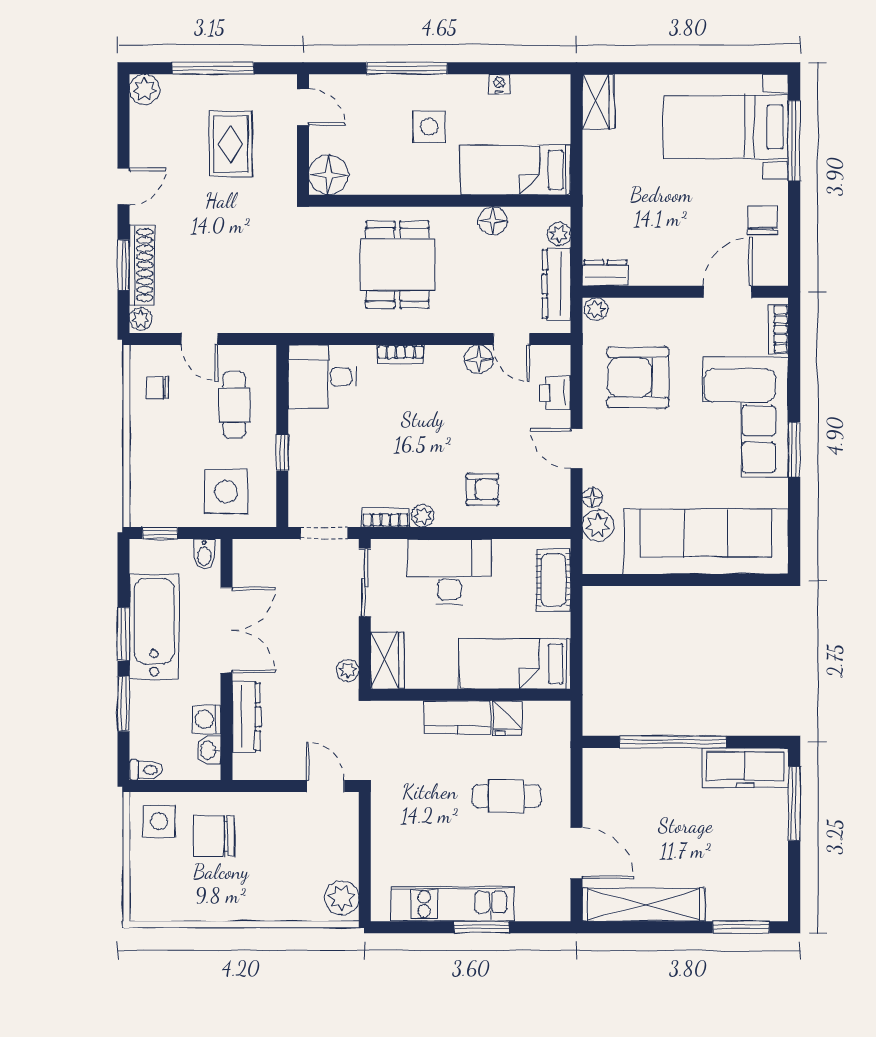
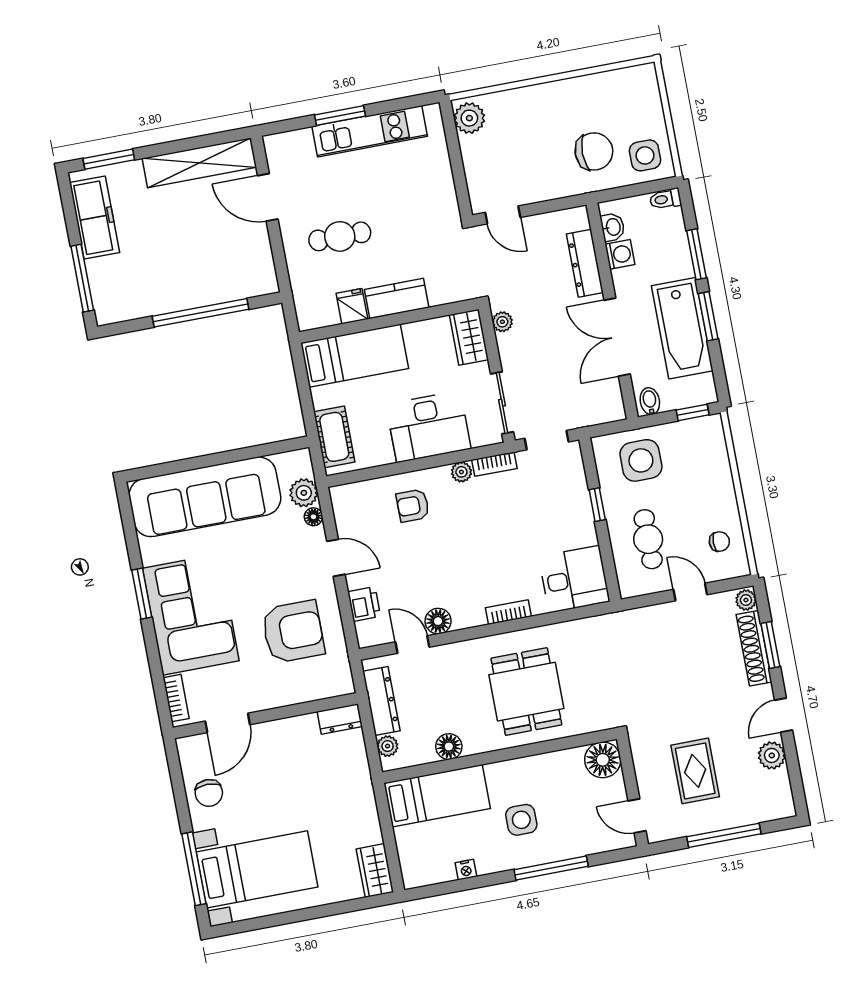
plant: (145, 89) -> (772, 755), moved
plant: (596, 309) -> (342, 685), removed
freezer: (745, 768) -> (95, 217), moved, turned 90

